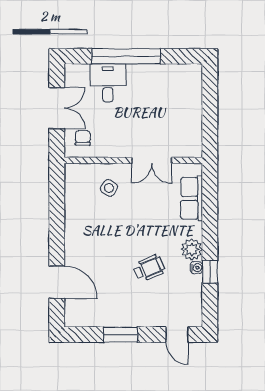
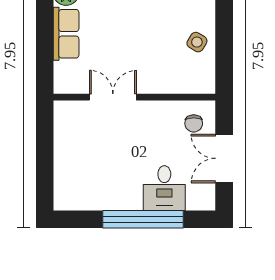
side table: (109, 188) -> (197, 42), moved
row of seats: (192, 198) -> (66, 34), moved

